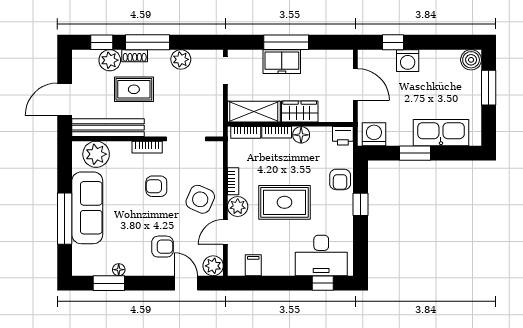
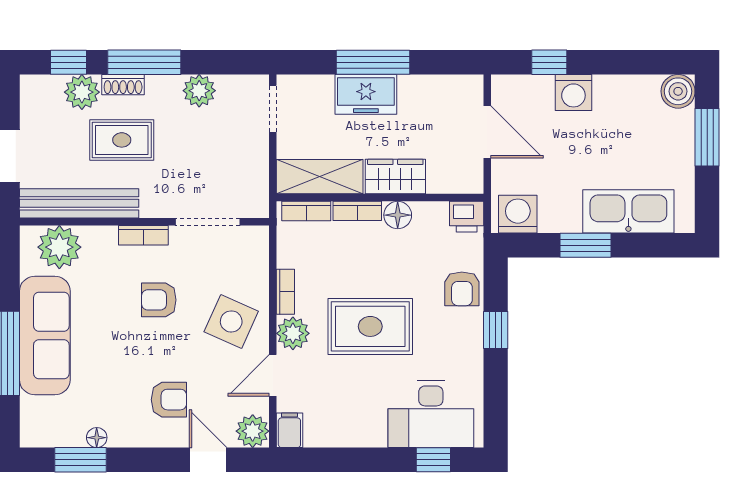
filing cabinet: (253, 265) -> (289, 430), moved

